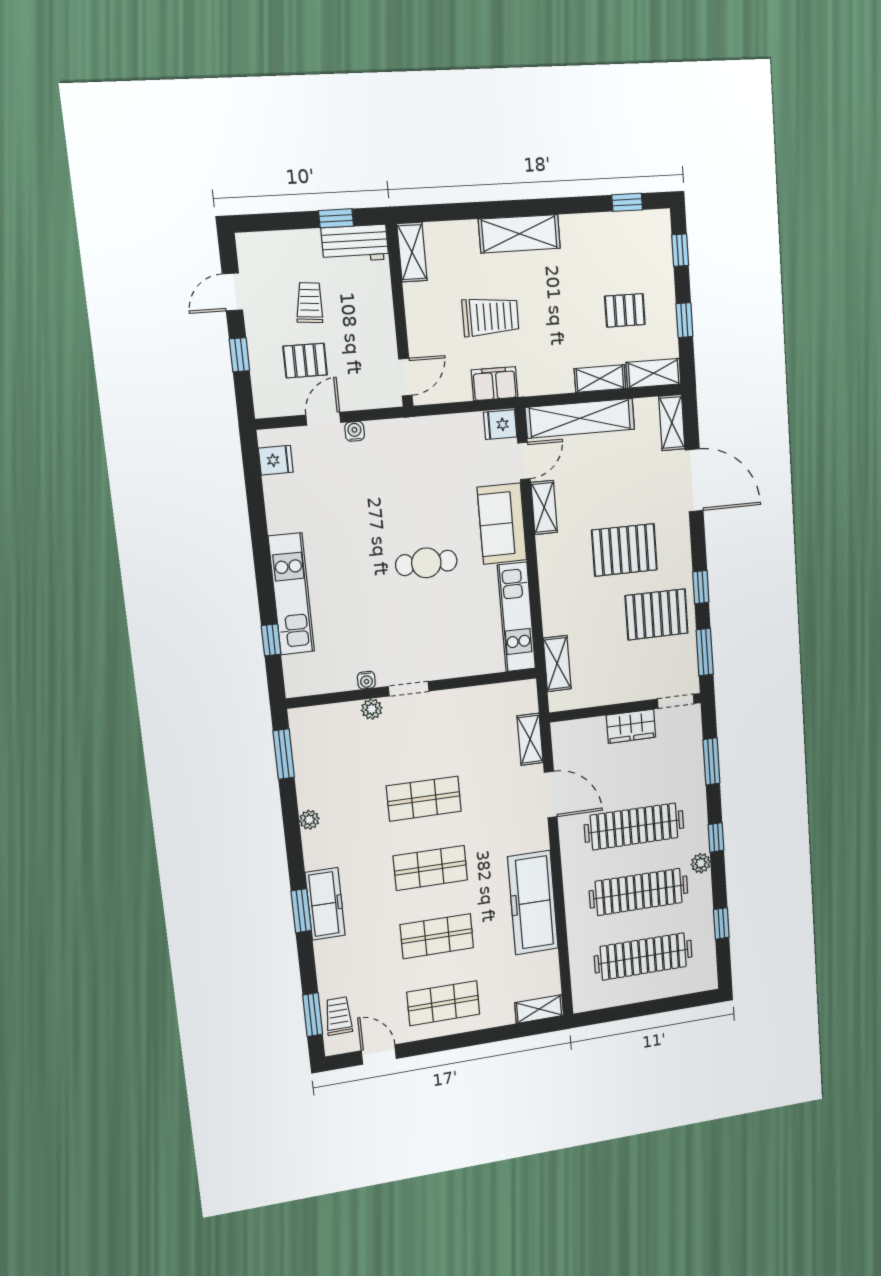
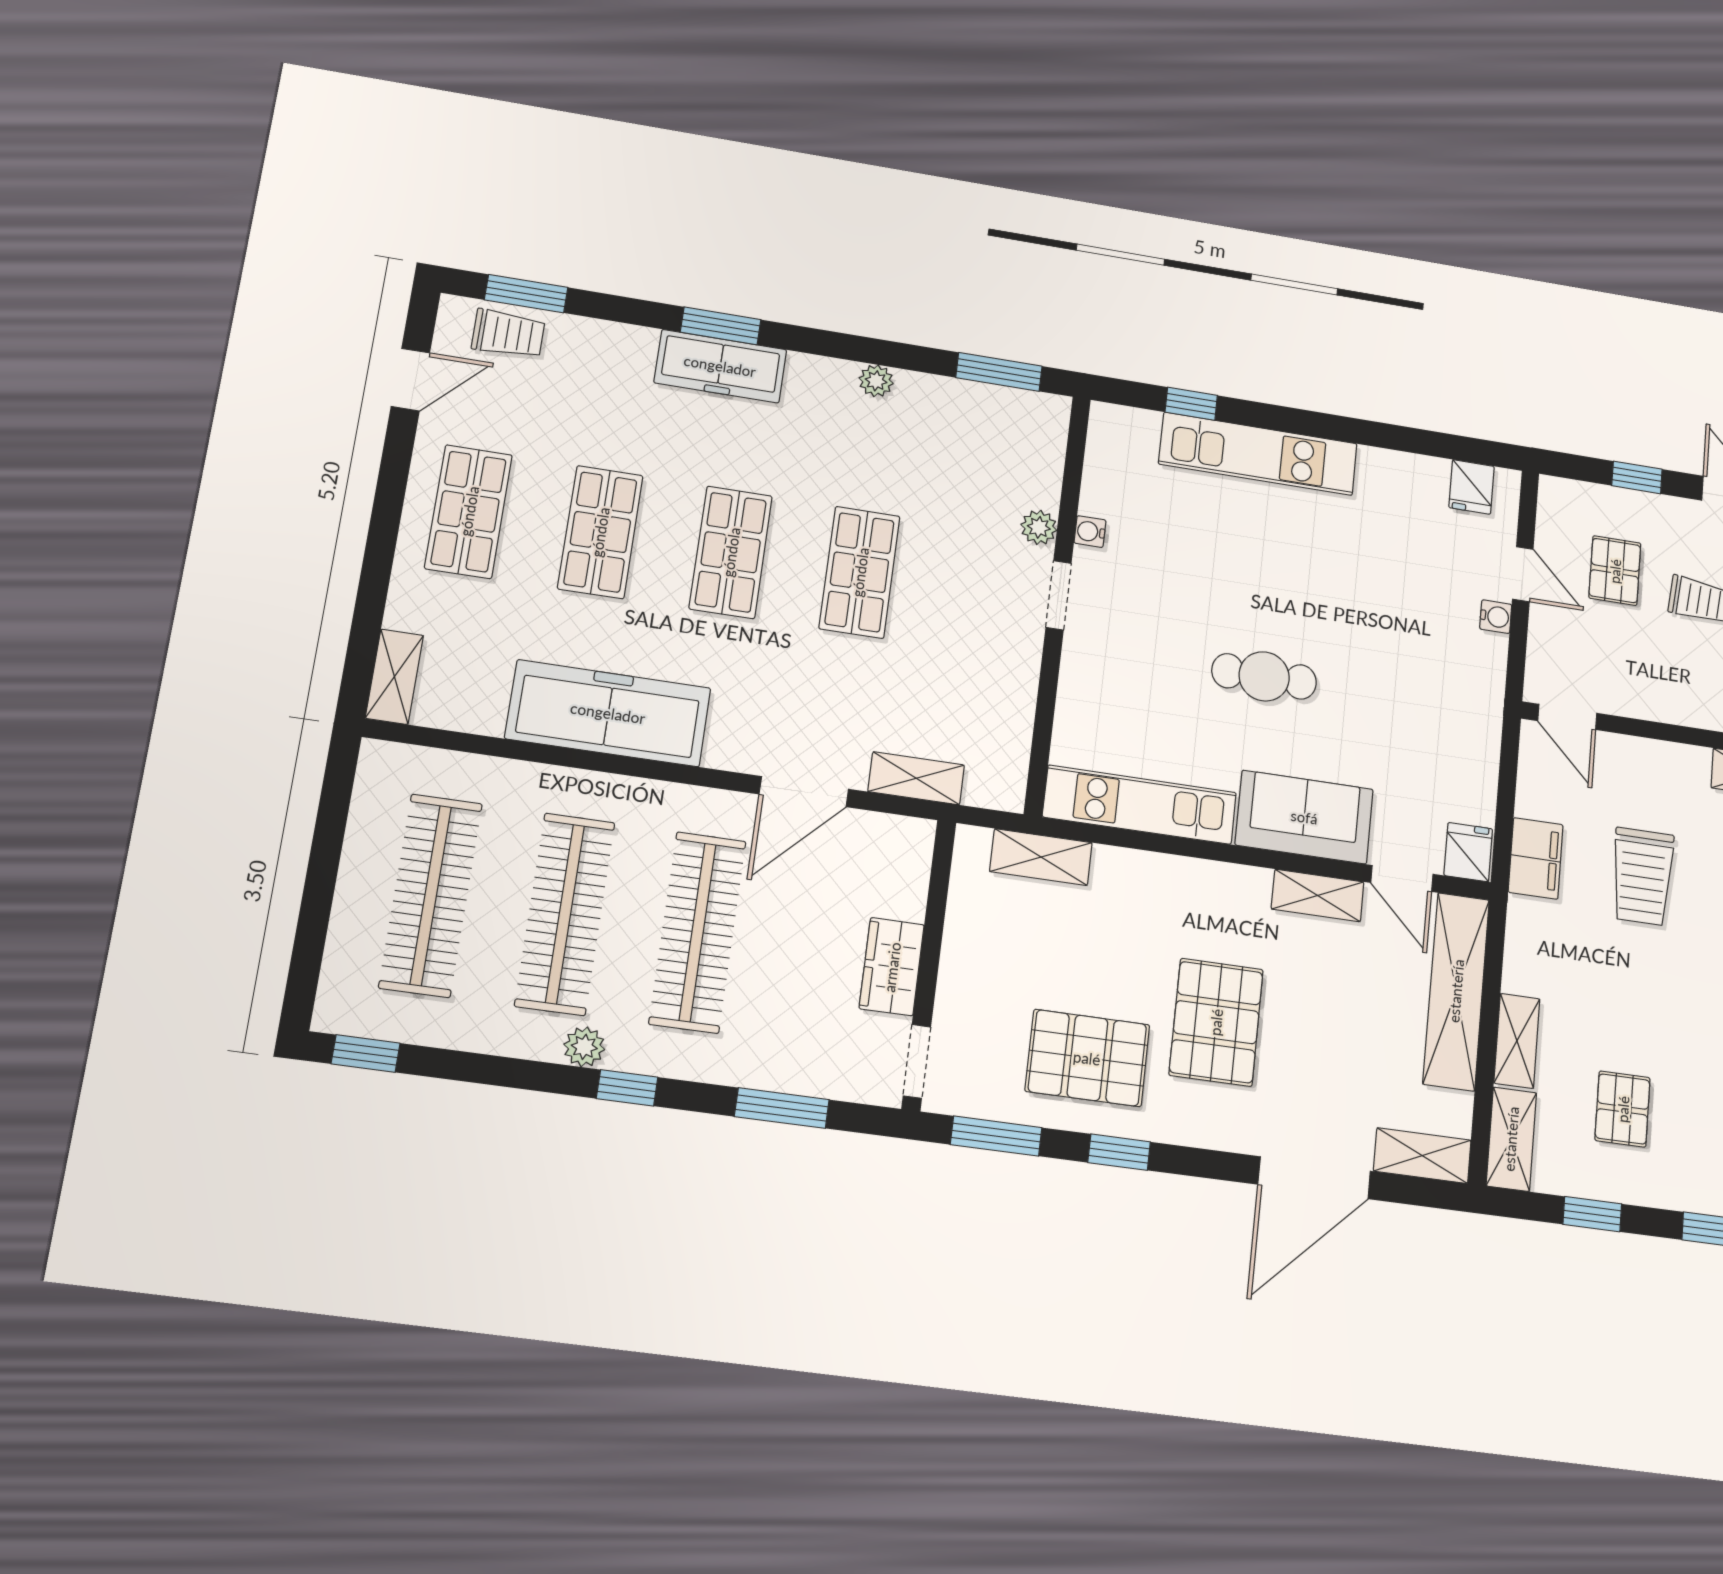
cafe table: (426, 563) -> (1264, 676), turned 90
pallet: (657, 614) -> (1087, 1058), turned 90
window: (721, 923) -> (366, 1054), moved

